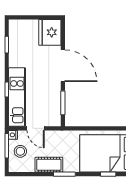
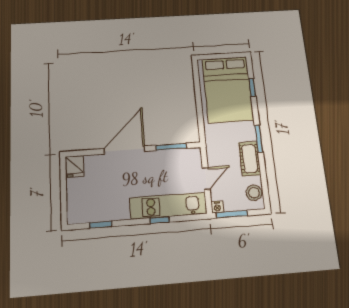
fridge: (50, 32) -> (74, 166), width x0.53, depth x0.75
stool: (20, 151) -> (254, 193), moved

